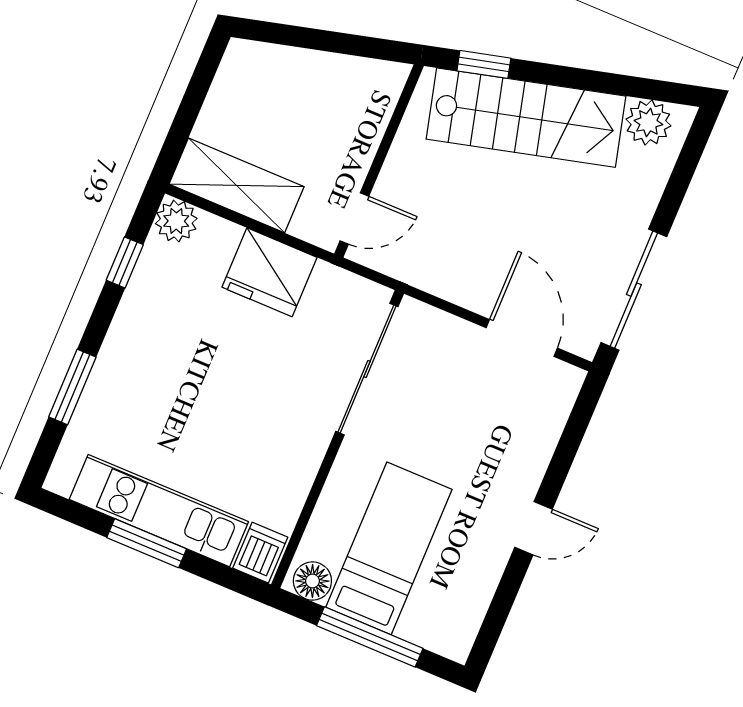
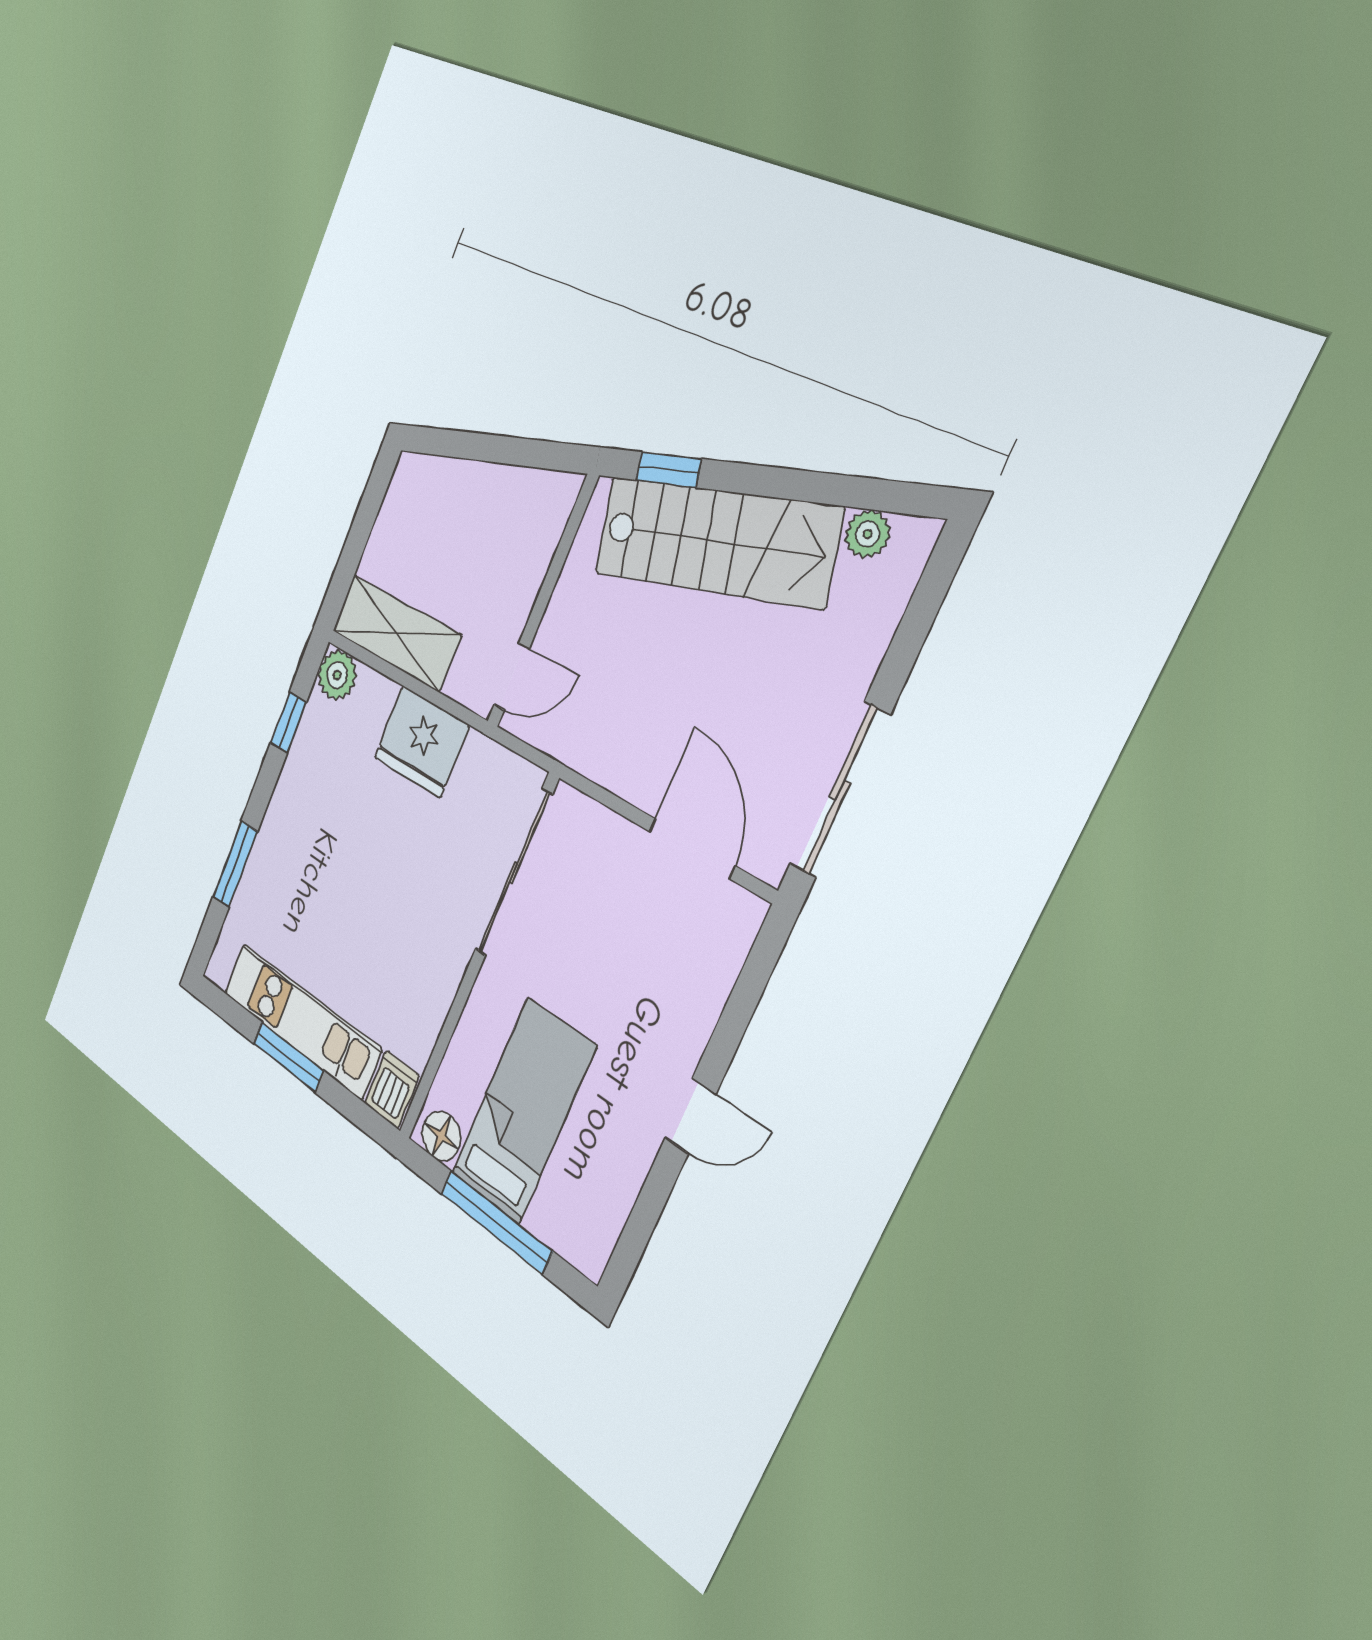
plant: (648, 122) -> (868, 534), width x0.73, depth x0.73

